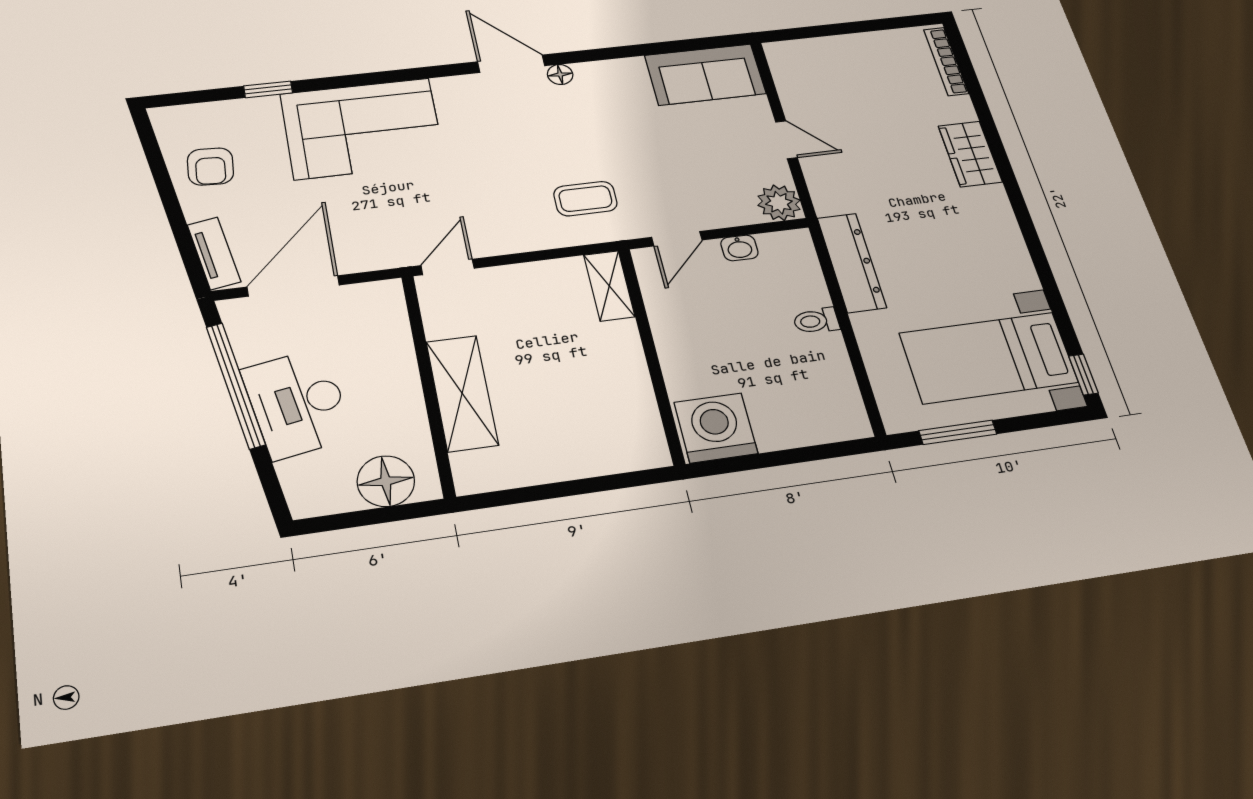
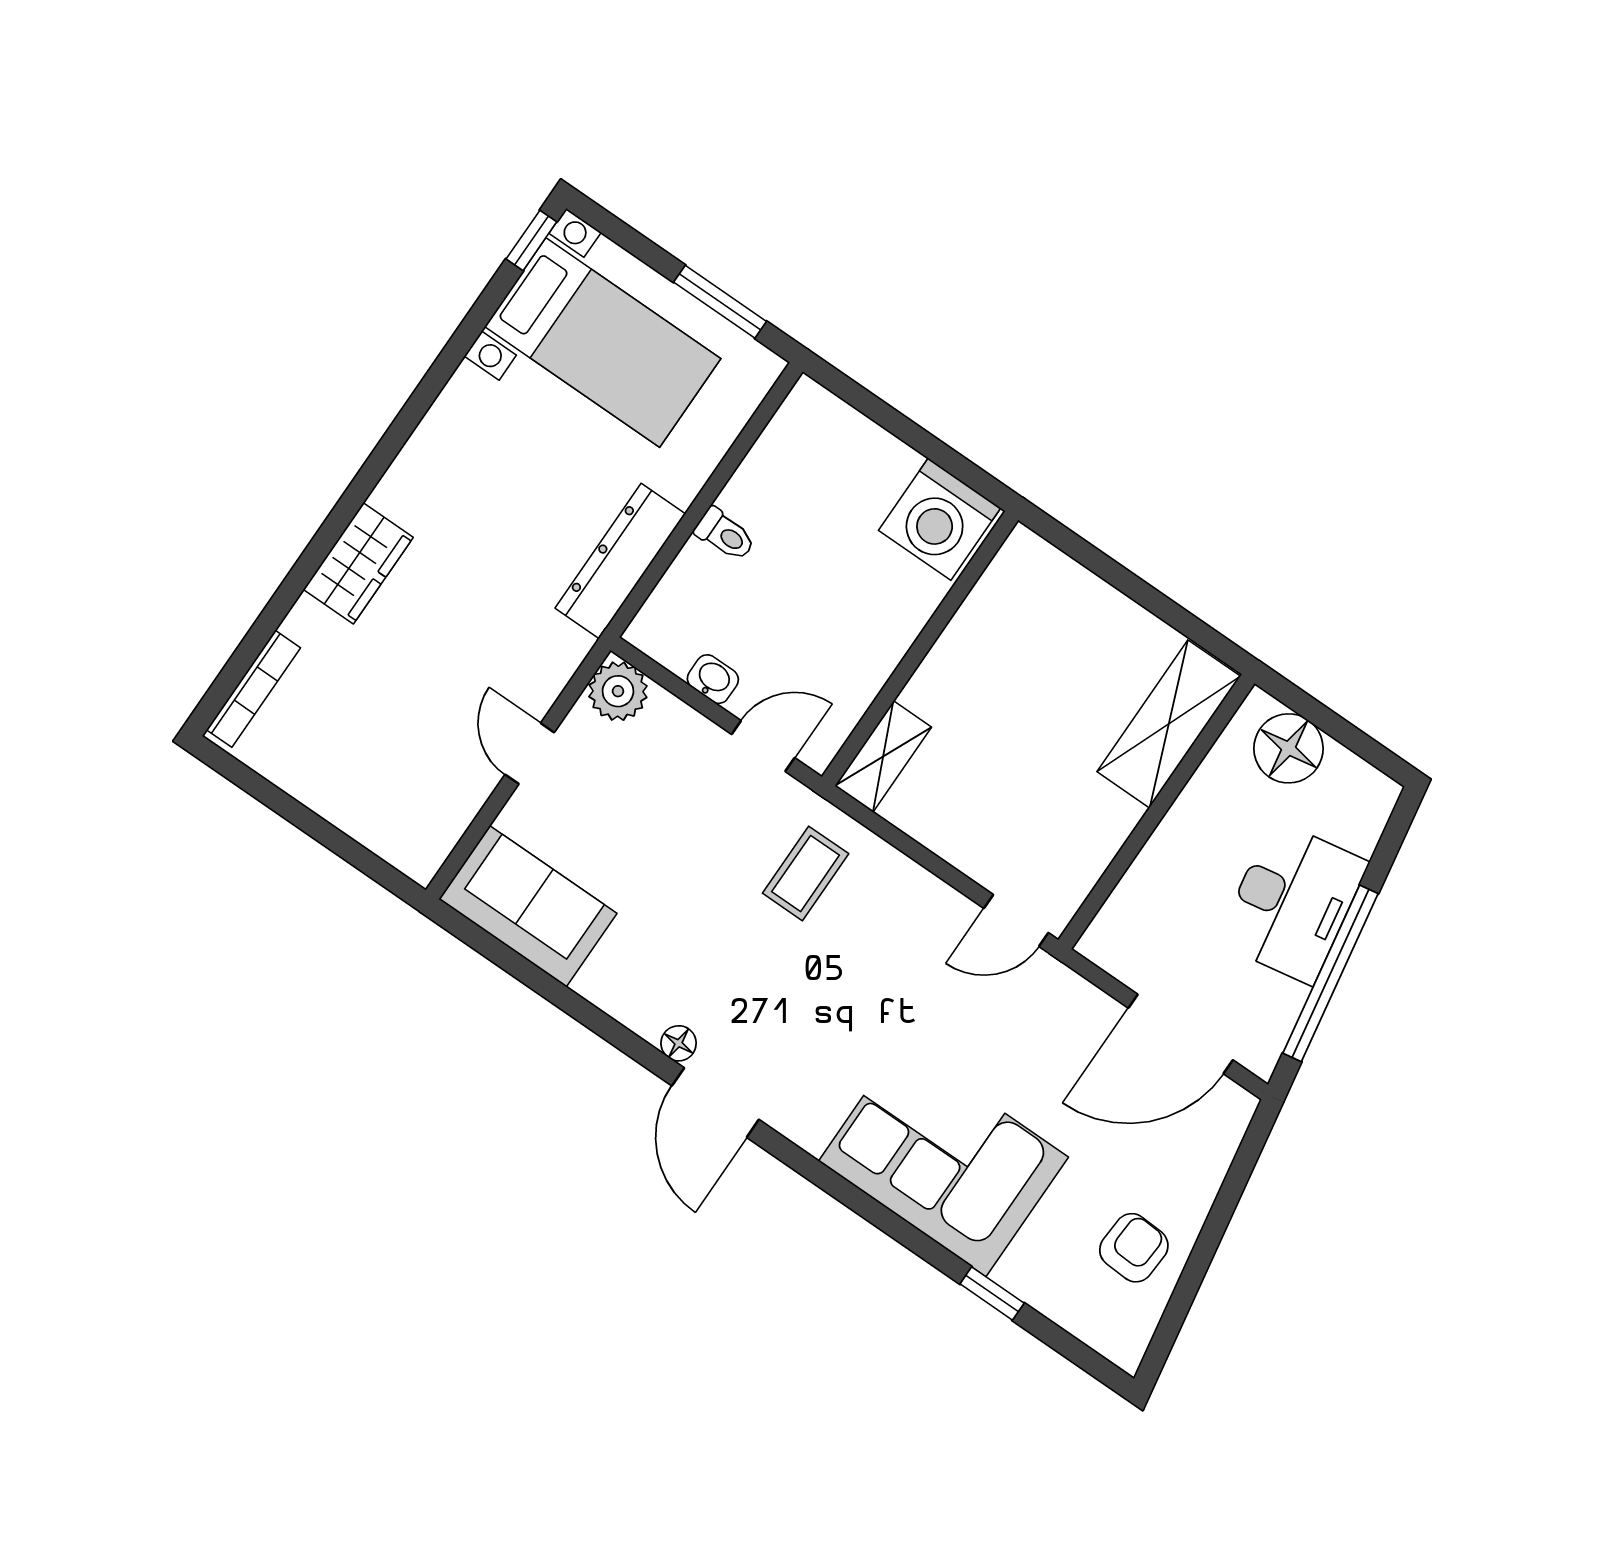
coffee table: (585, 199) -> (806, 873), turned 90
tv unit: (214, 253) -> (1221, 1140), removed
shelving: (462, 393) -> (1169, 724), moved

